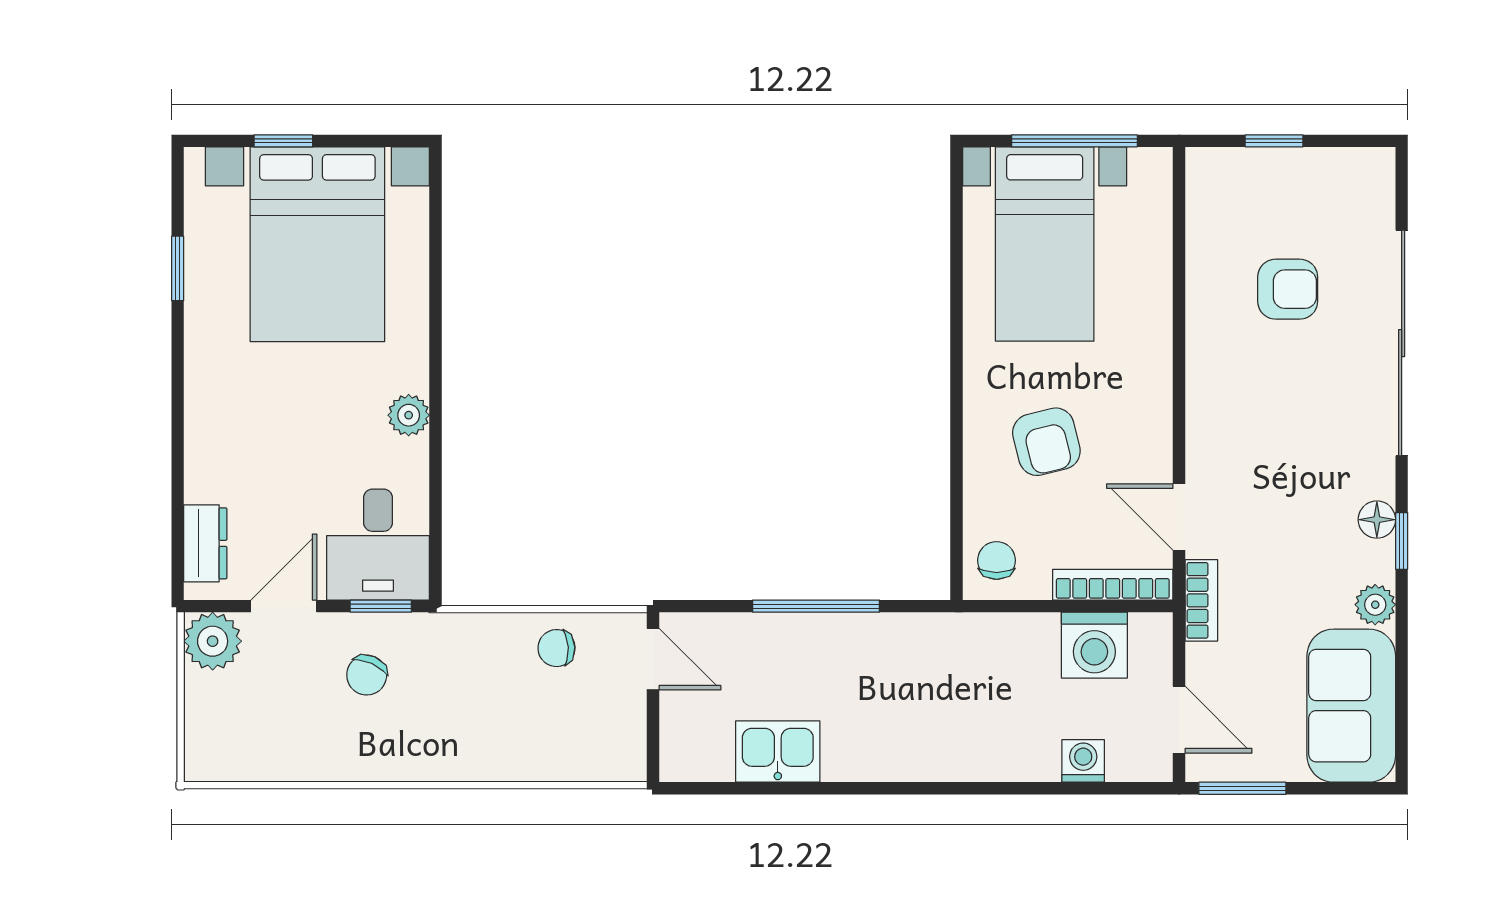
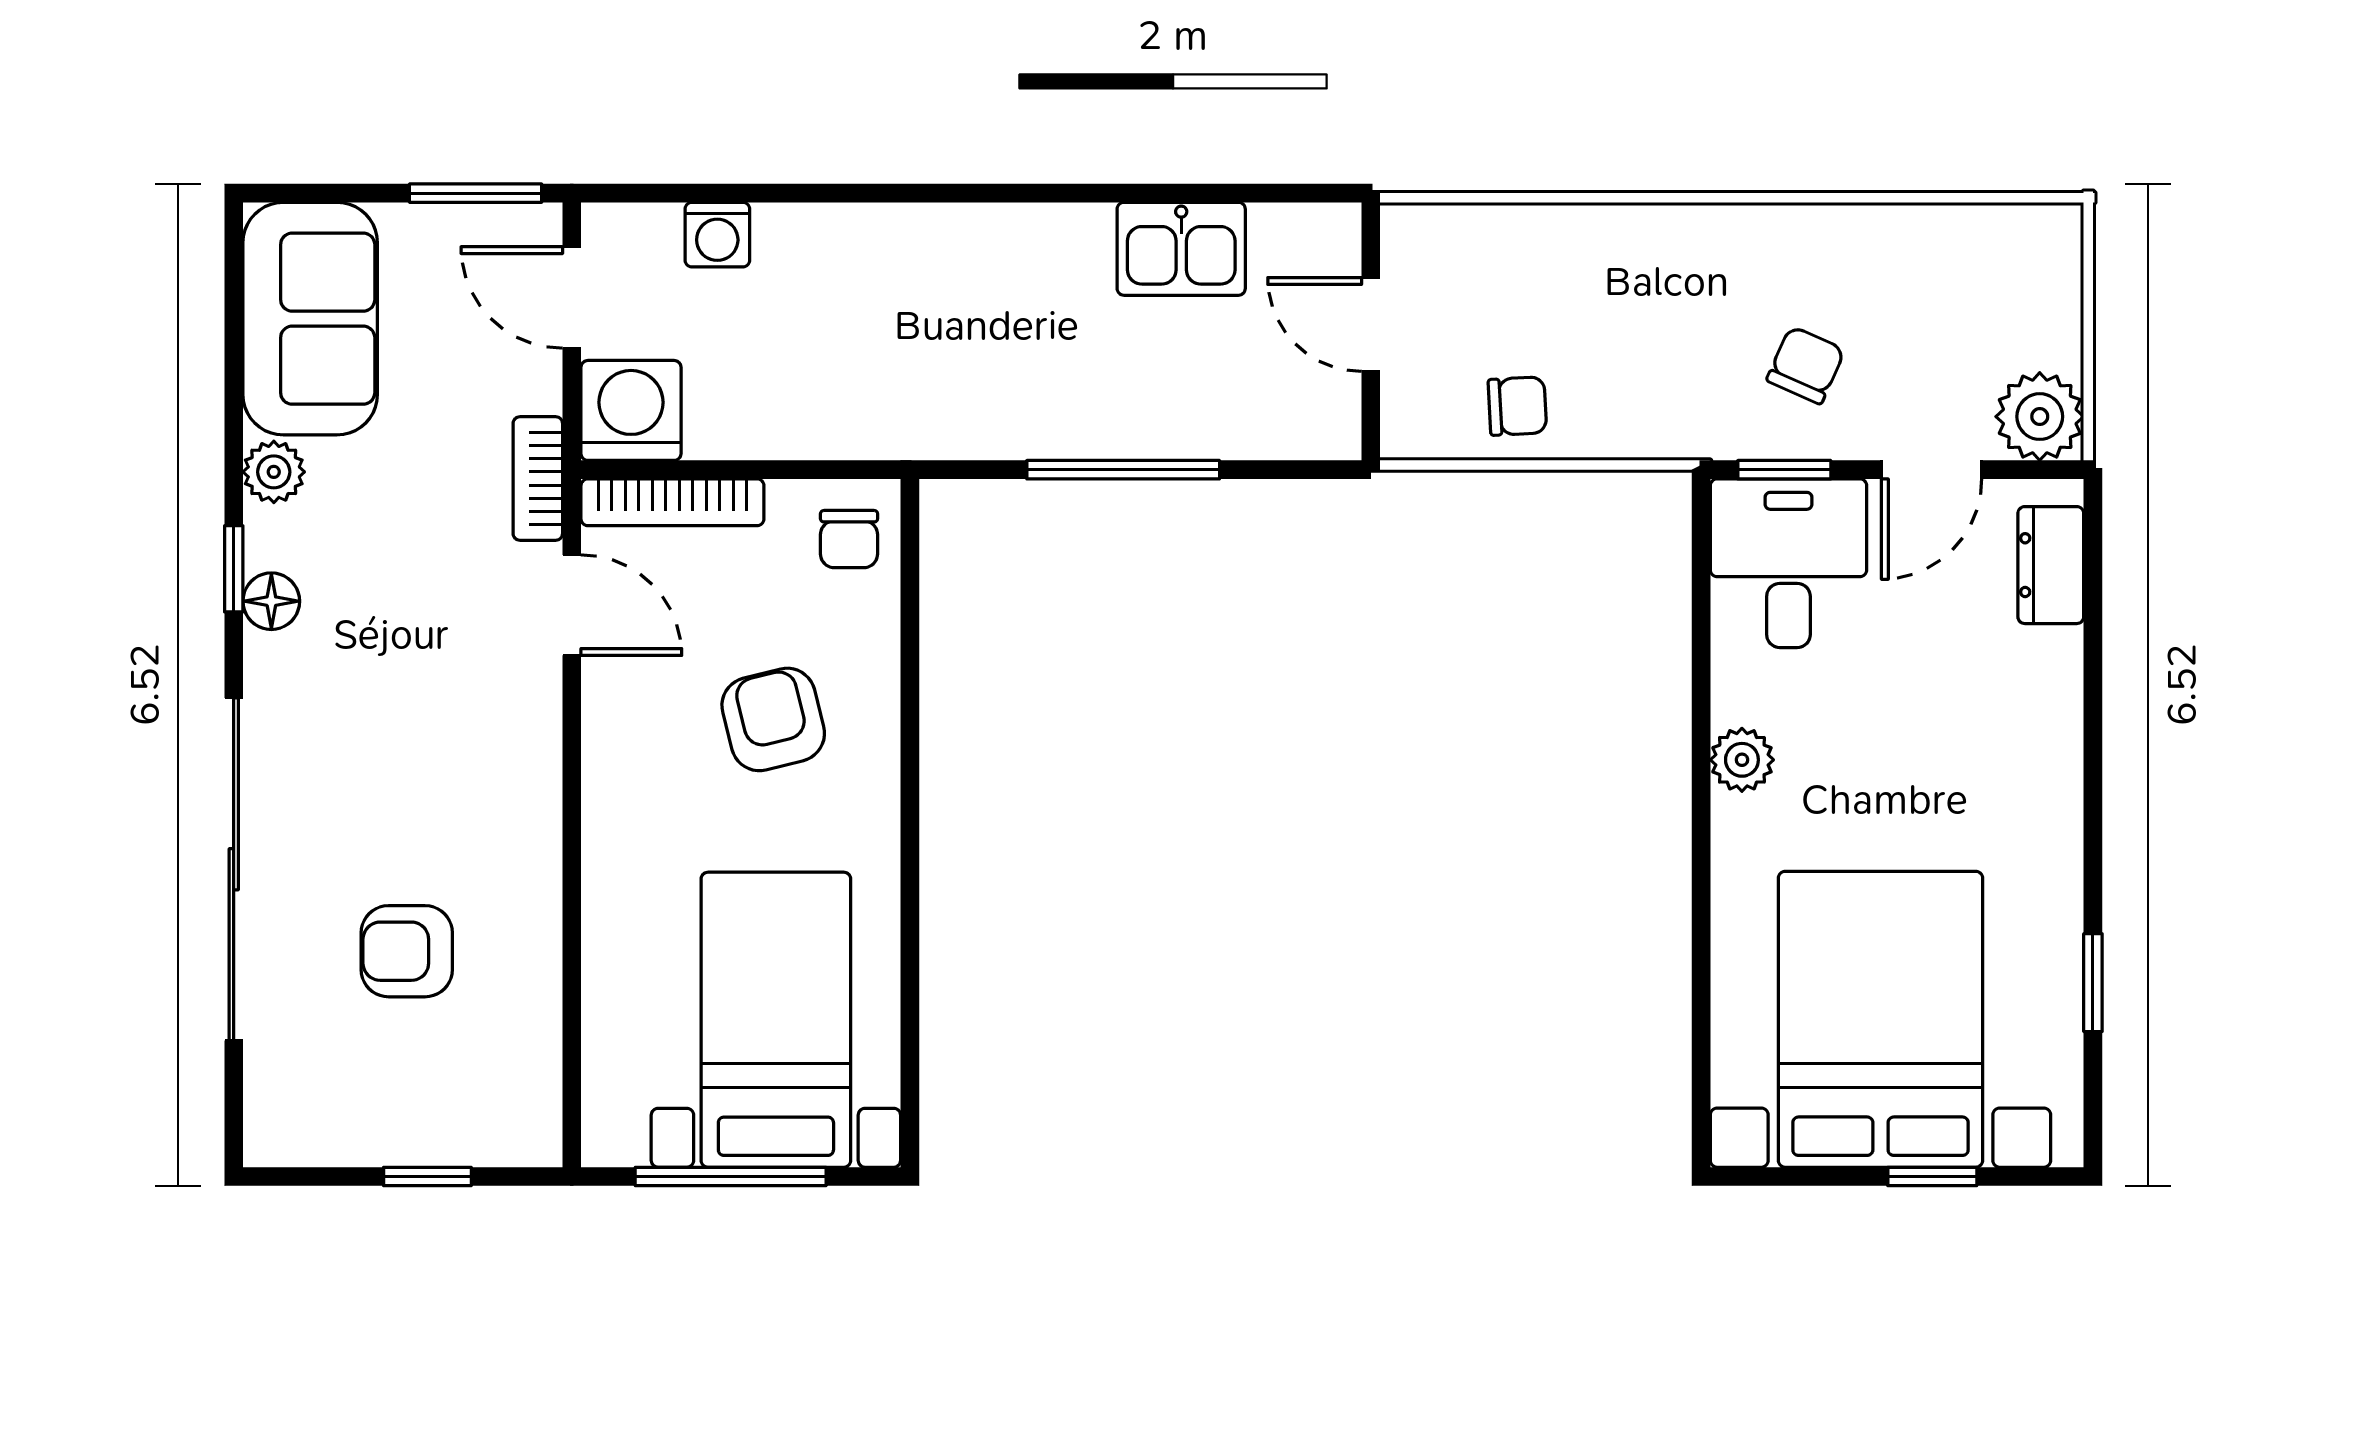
washing machine: (1094, 645) -> (631, 410), moved
door: (653, 659) -> (1371, 324), moved

